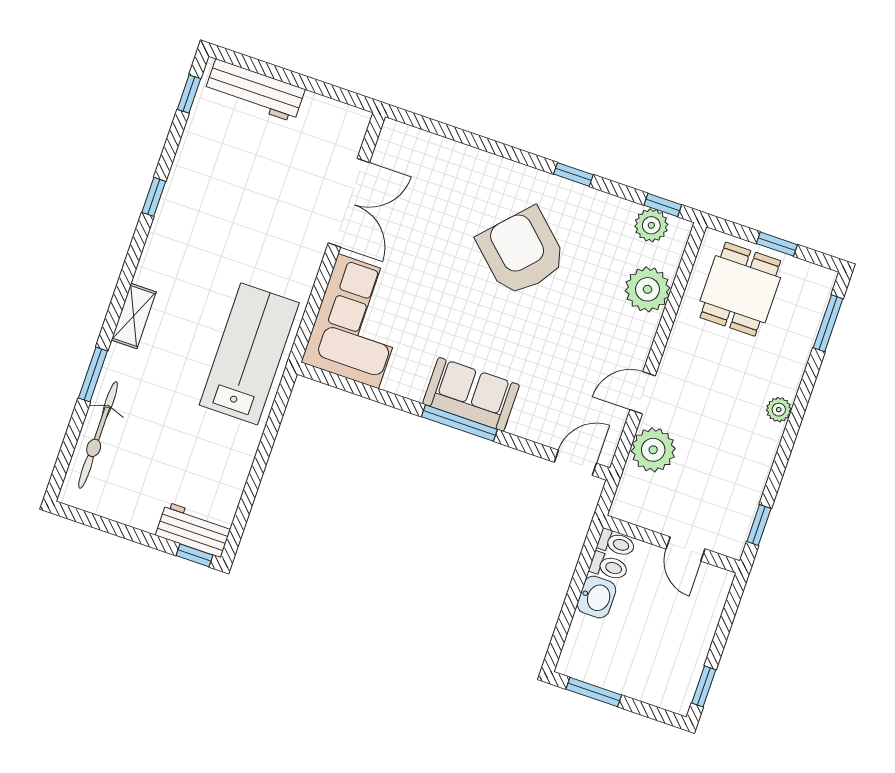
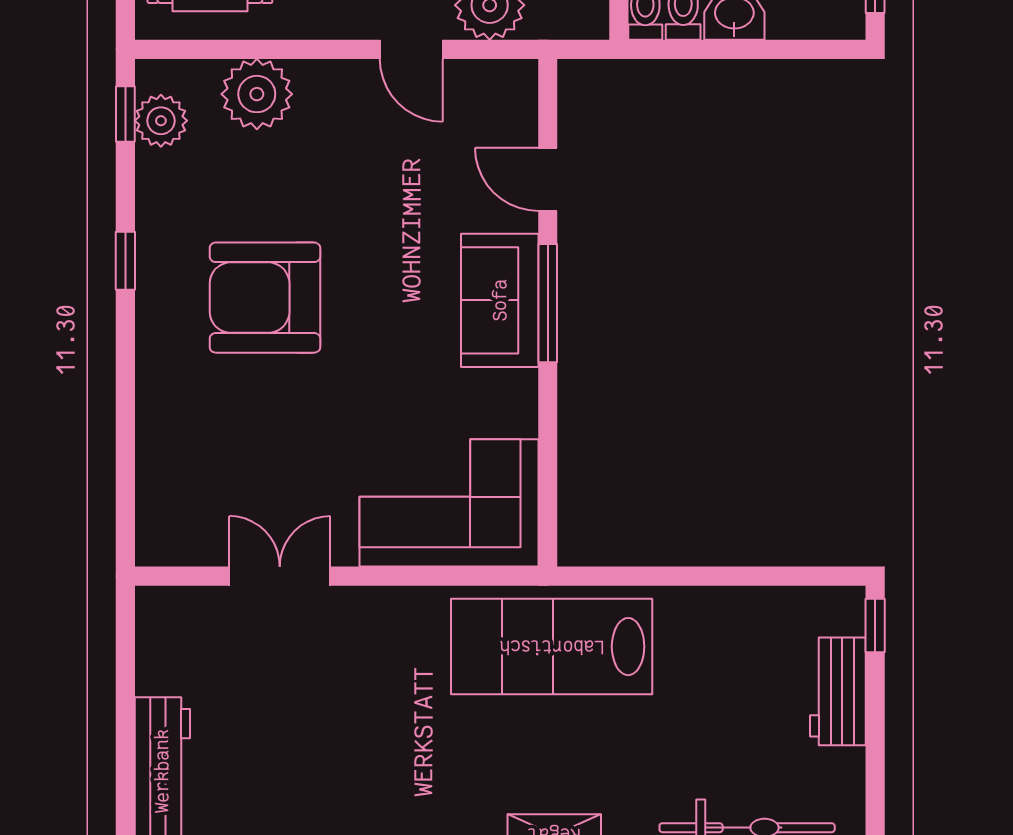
double door: (349, 203) -> (280, 576), width x0.73
armchair: (522, 252) -> (265, 298), turned 47
door: (575, 463) -> (548, 179), moved
workbench: (194, 530) -> (838, 691), moved

